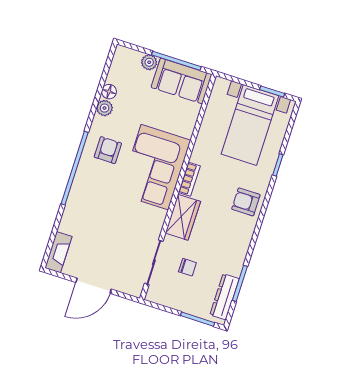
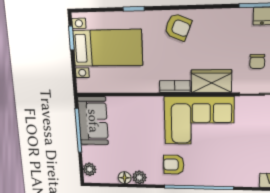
plant: (149, 62) -> (90, 169), moved
corner sofa: (155, 167) -> (199, 121), moved
armchair: (246, 202) -> (178, 27), turned -68
chair: (187, 267) -> (257, 61), turned 180

